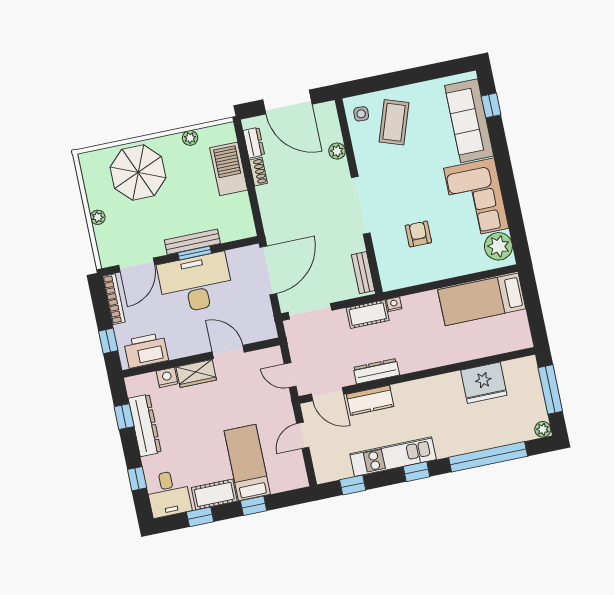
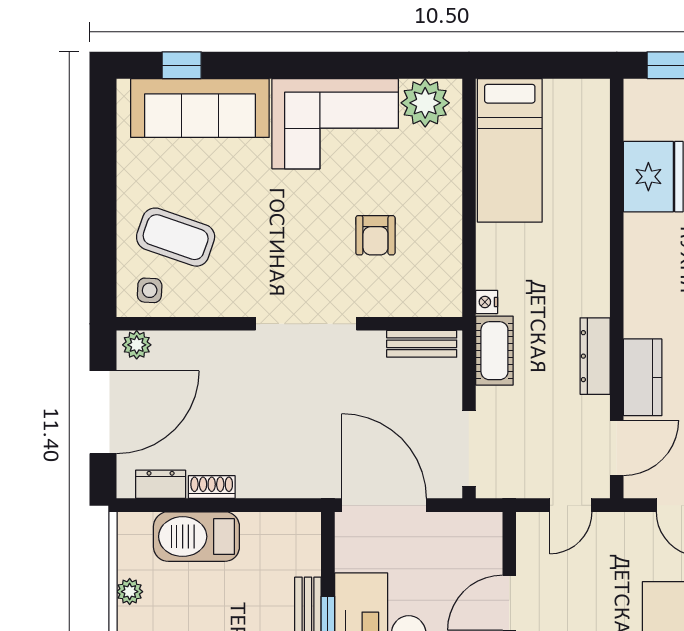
plant: (337, 151) -> (137, 345), moved
armchair: (418, 234) -> (375, 235), turned -90

